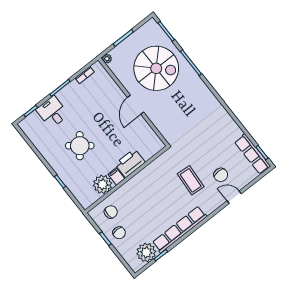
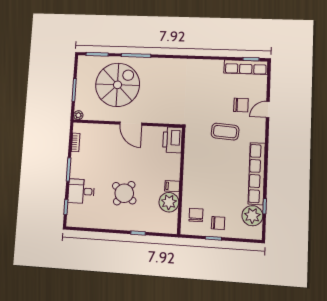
printer: (130, 163) -> (172, 140), moved

